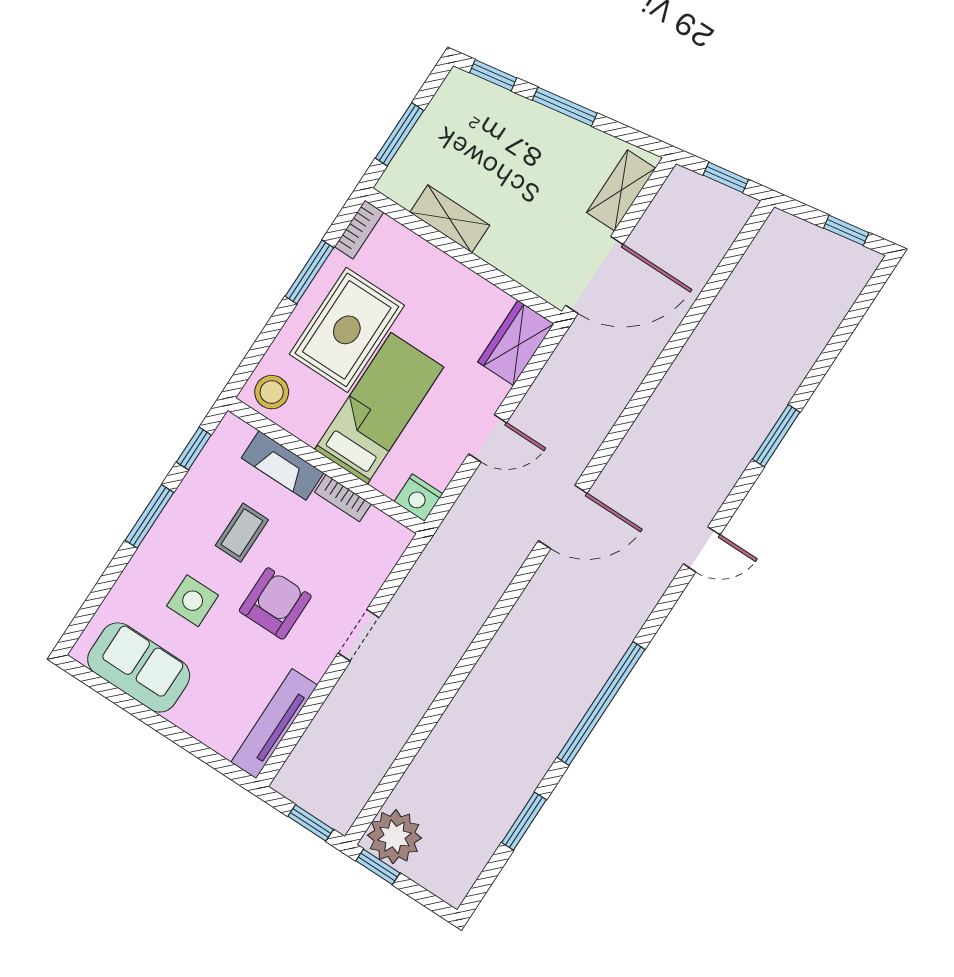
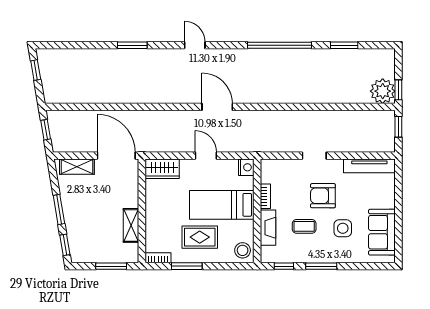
rug: (347, 330) -> (200, 237), width x0.73, depth x0.70

